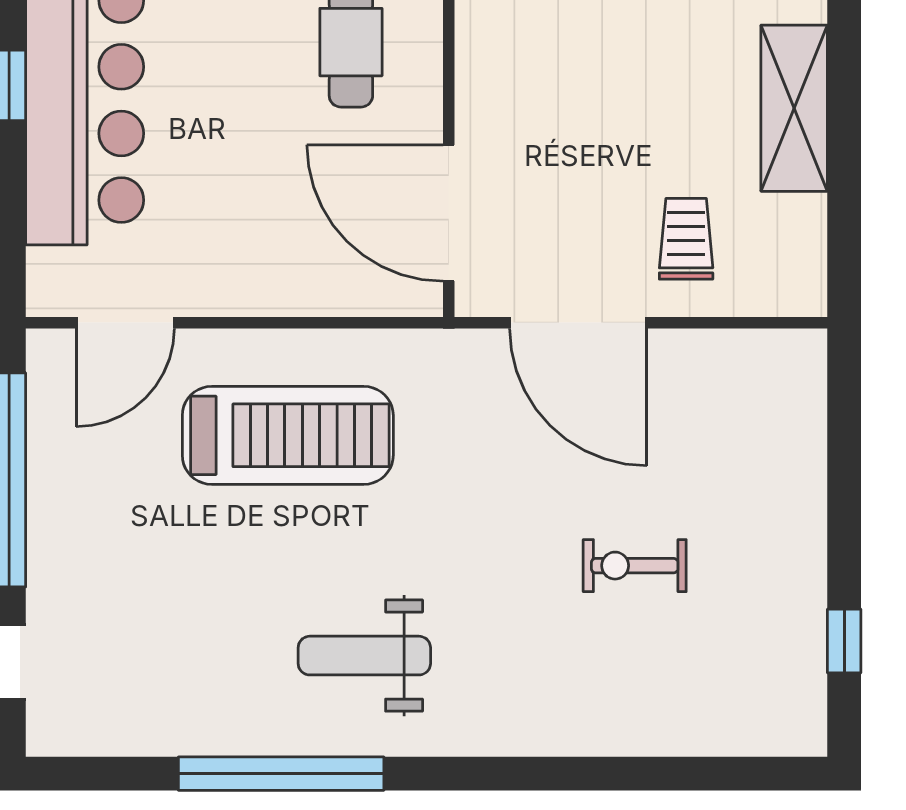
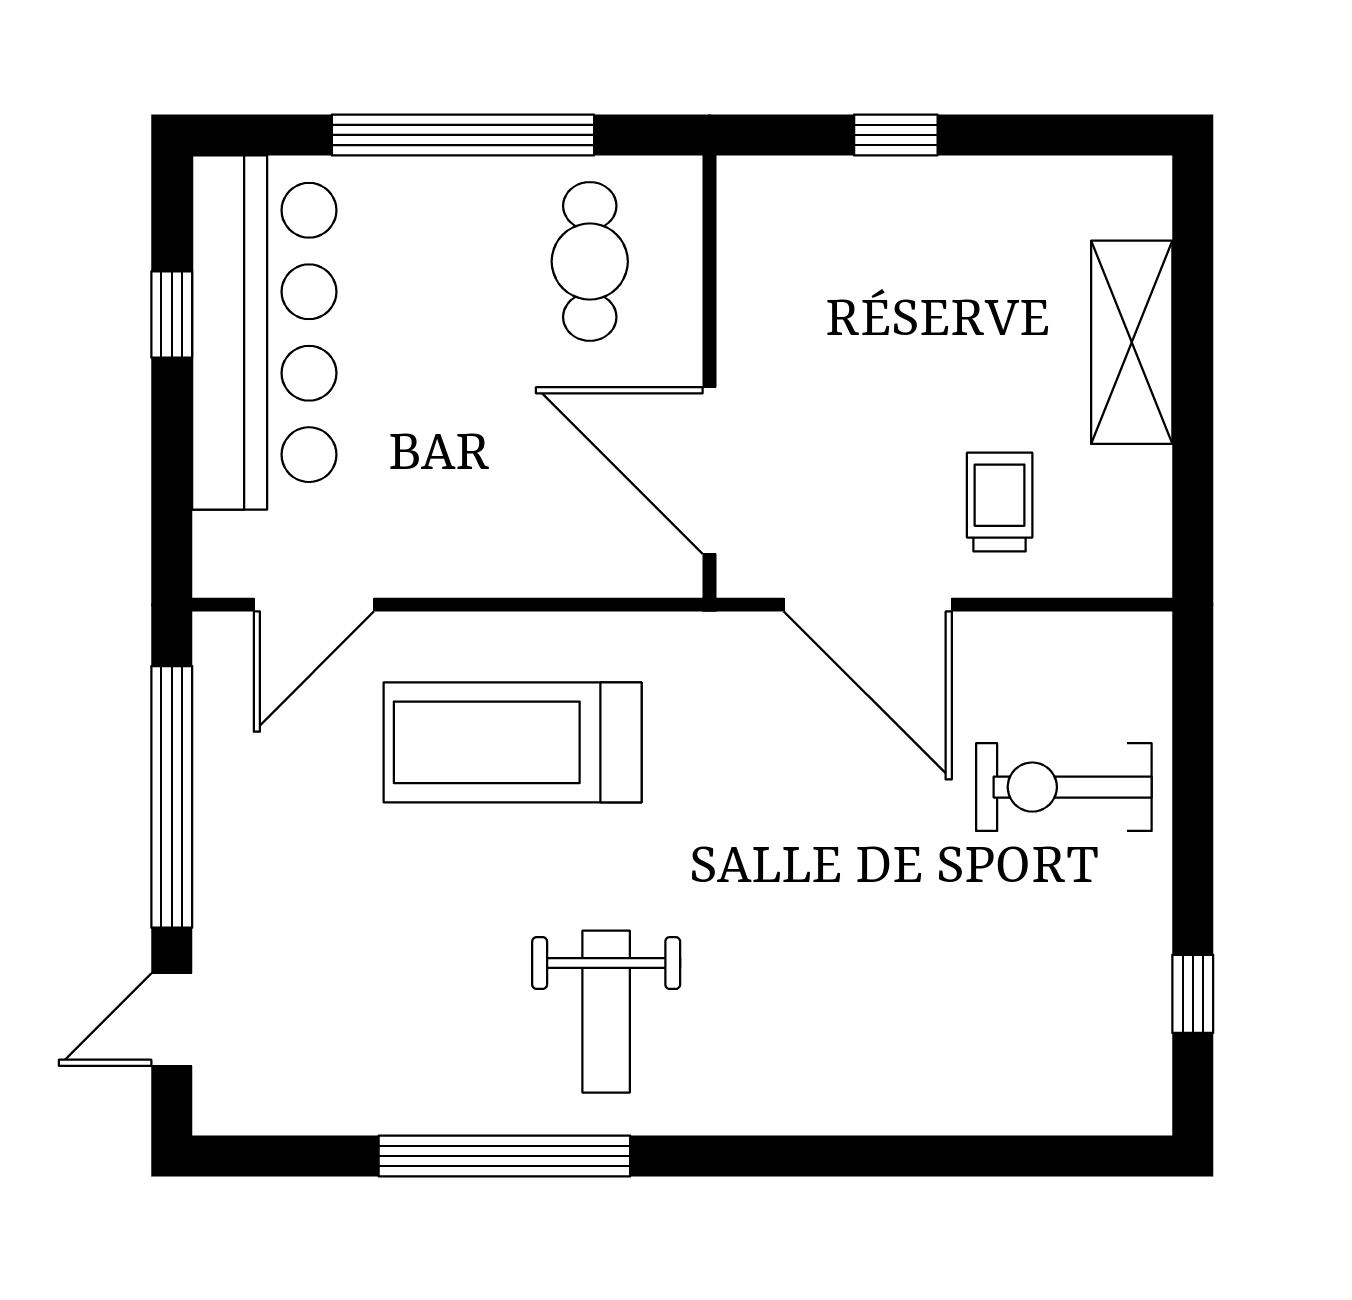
treadmill: (288, 435) -> (513, 742), turned 180
exercise bike: (635, 566) -> (1064, 787), moved, width x1.38, depth x1.39
weight bench: (364, 656) -> (606, 1012), turned -90

